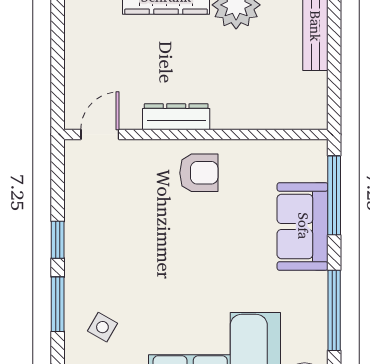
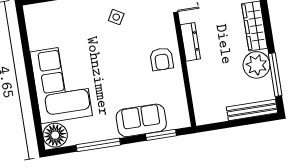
window: (334, 195) -> (161, 135), width x0.69
side table: (102, 327) -> (116, 17), moved

